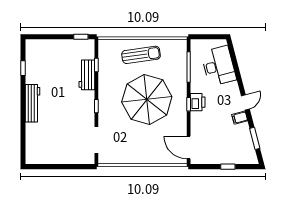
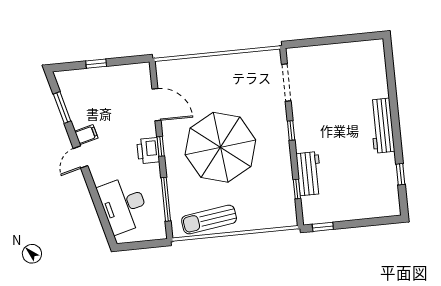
sun lounger: (141, 55) -> (209, 220), moved
door: (189, 148) -> (156, 105), moved

